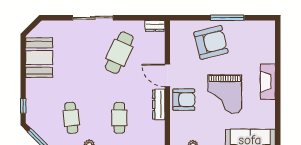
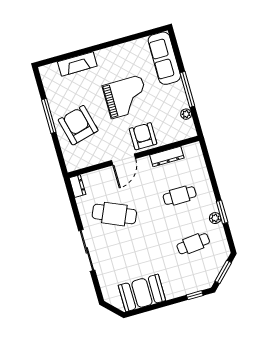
fireplace: (268, 82) -> (77, 64), moved
dresser: (159, 104) -> (167, 157), moved

